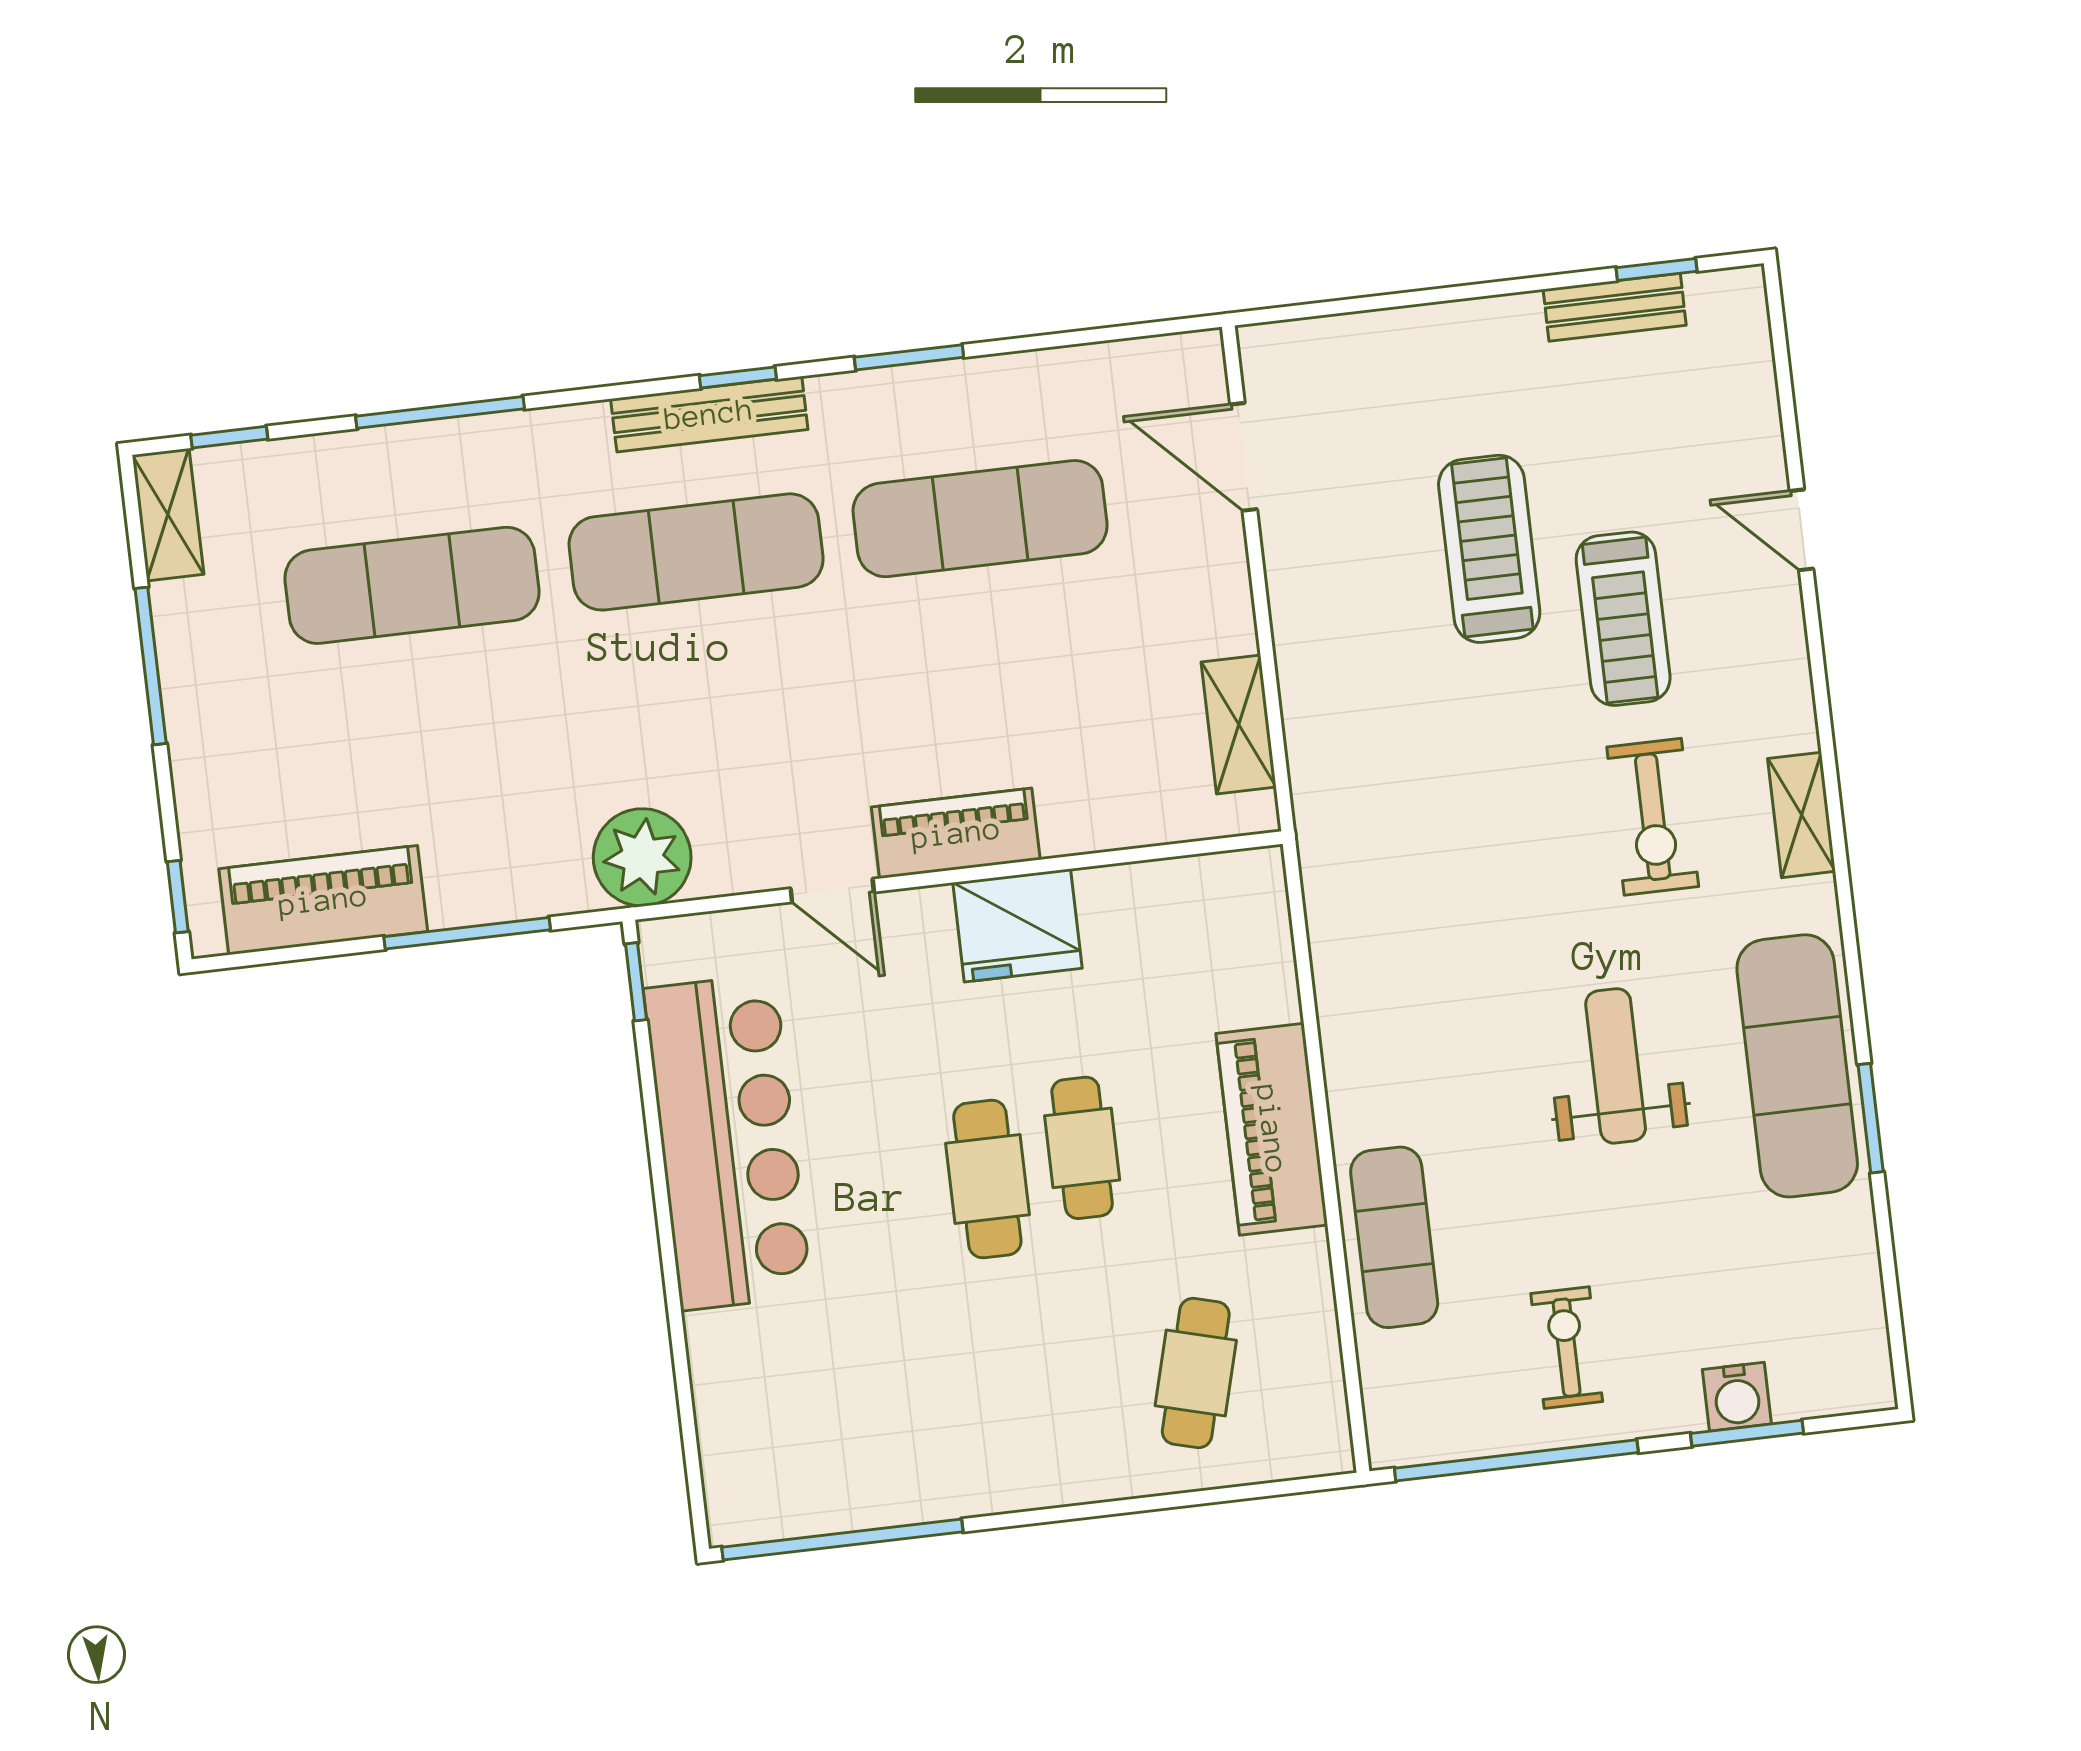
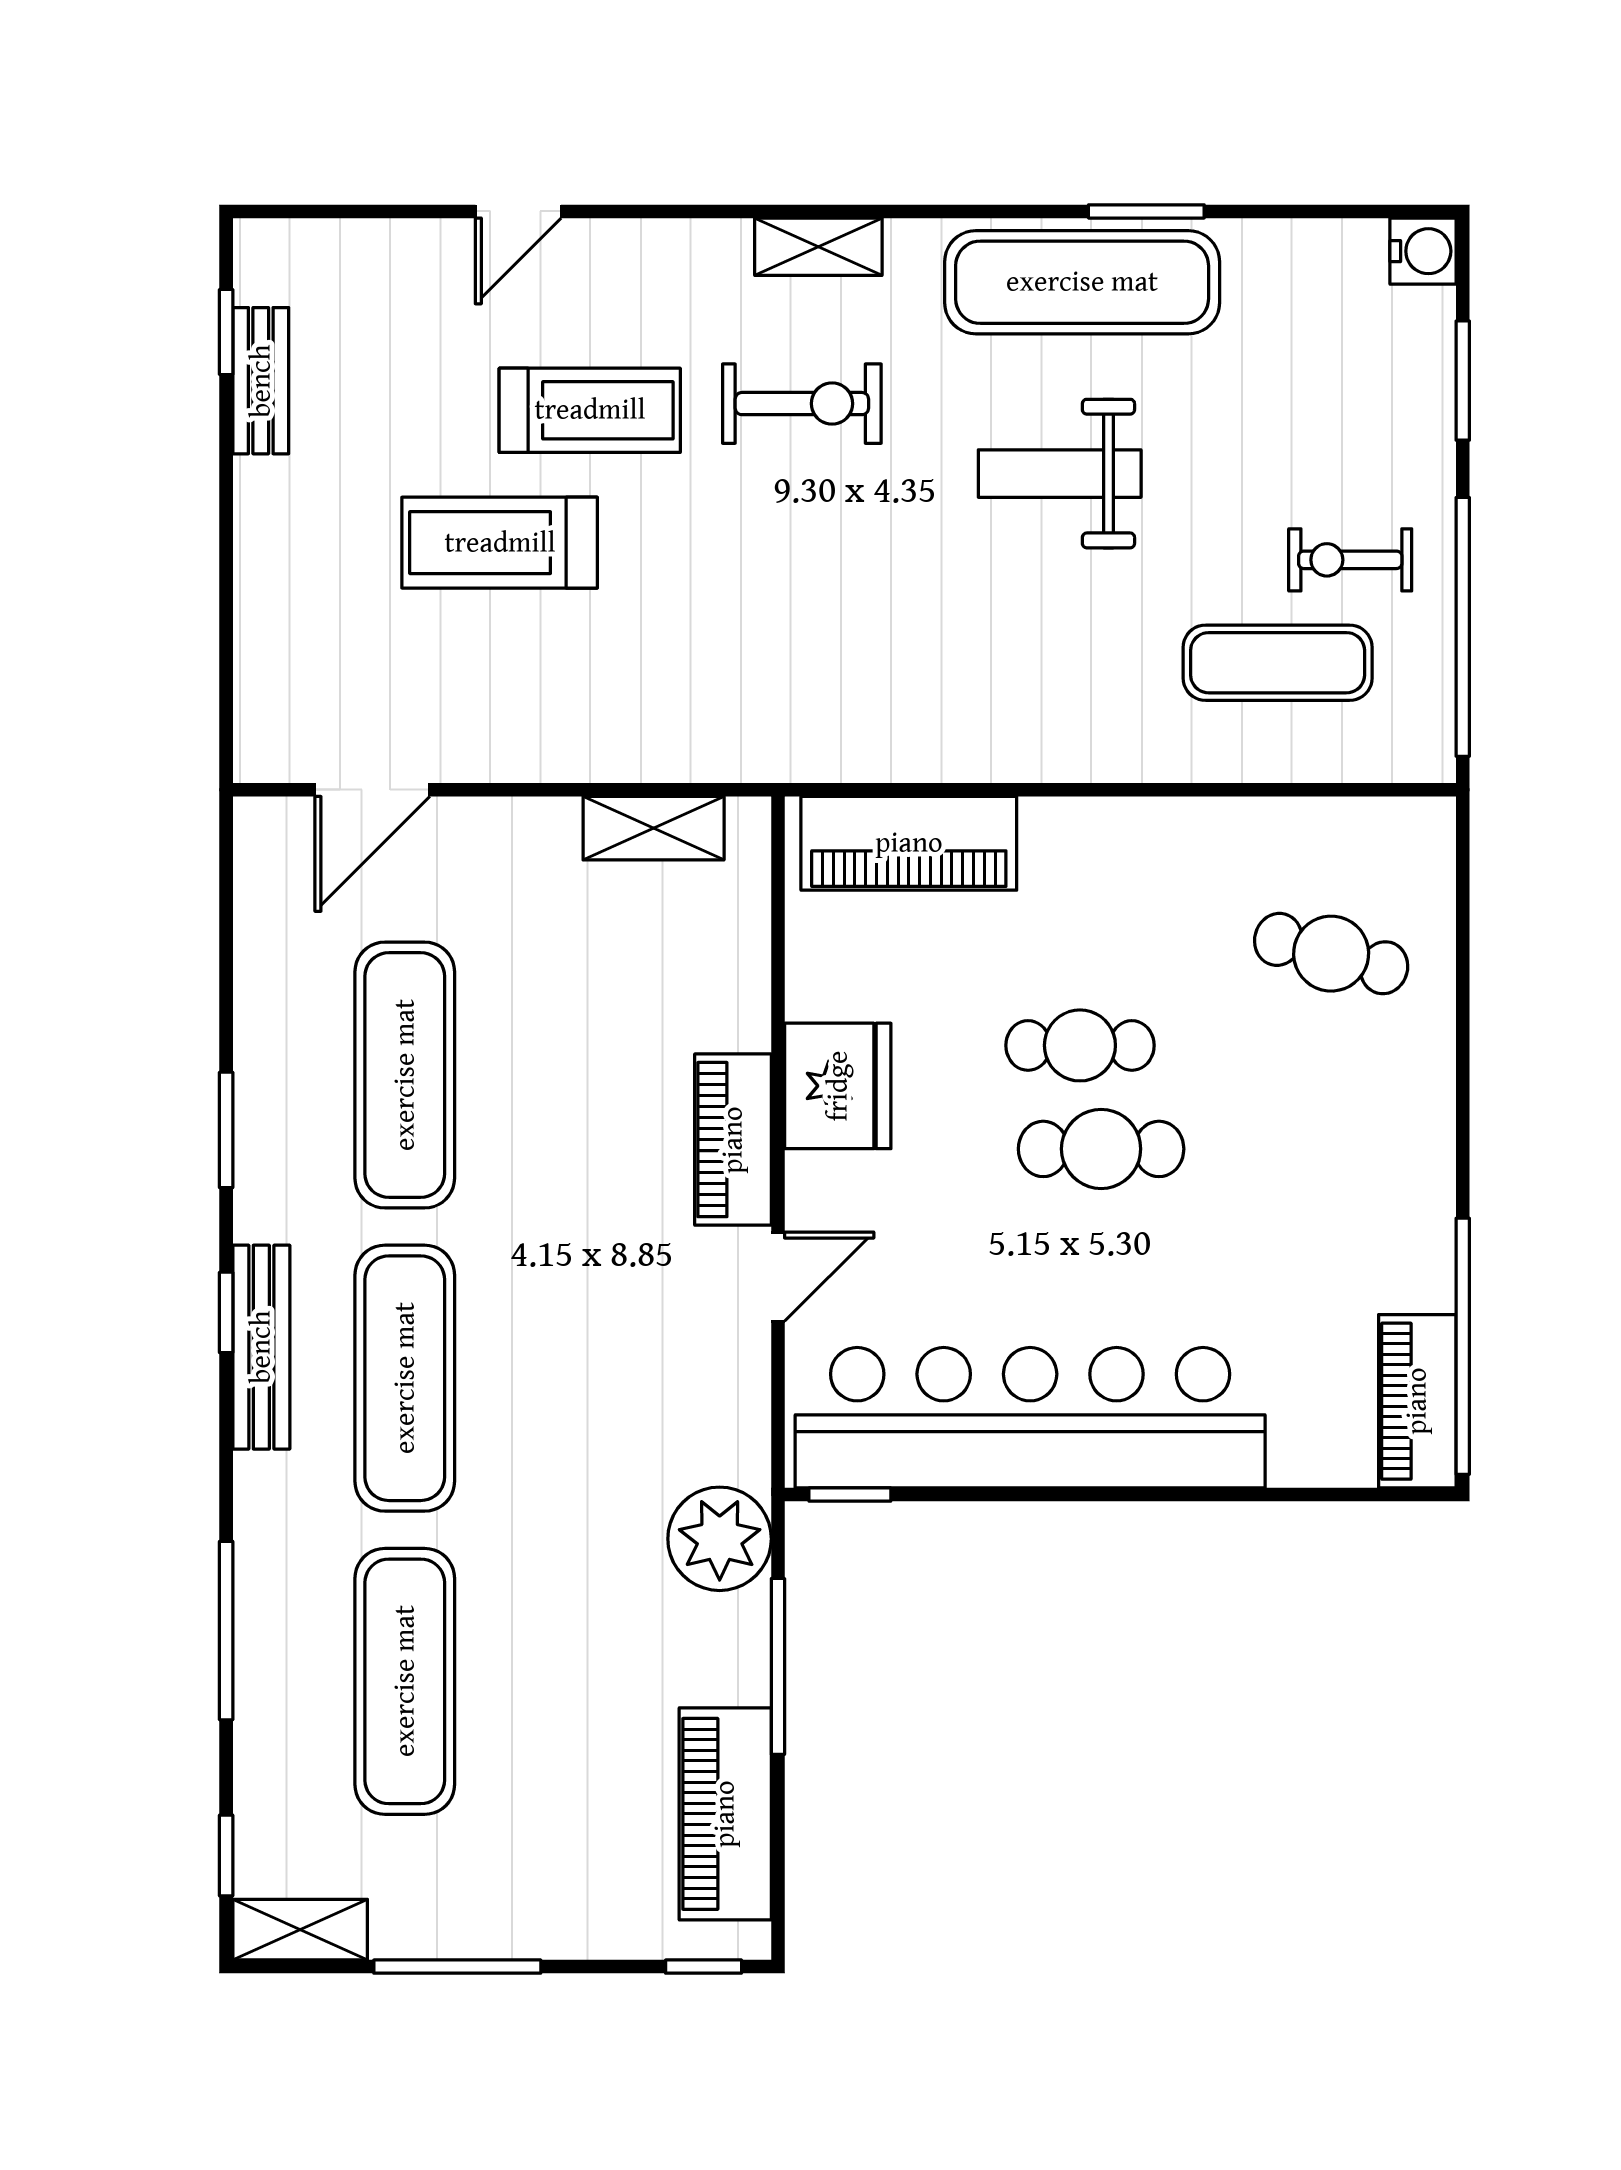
plant: (642, 857) -> (720, 1539), moved
piano: (1272, 1129) -> (909, 843), moved
bar counter: (728, 1142) -> (1030, 1418), width x1.36
exercise mat: (1394, 1237) -> (1278, 663), moved
water cooler: (1737, 1397) -> (1423, 251), moved
piano: (786, 1503) -> (1417, 1401), added

